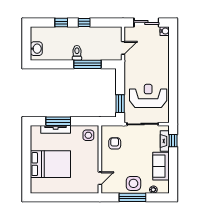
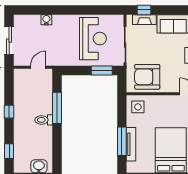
window: (61, 22) -> (9, 151), moved
water cooler: (165, 31) -> (46, 20), moved
door: (123, 48) -> (38, 67), hinge flipped
reception desk: (148, 96) -> (93, 39), turned 180
armchair: (115, 143) -> (147, 77), width x1.88, depth x1.88

